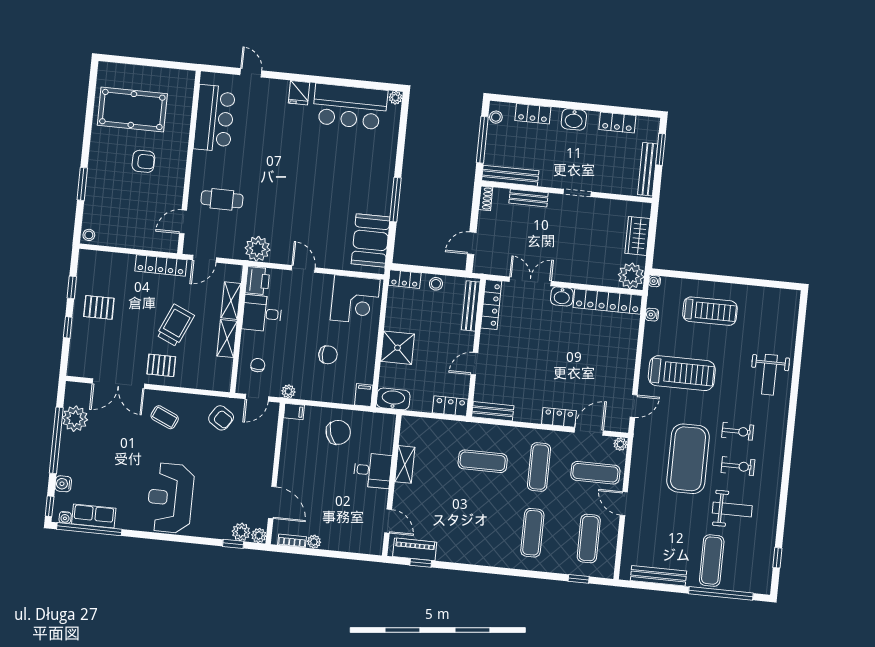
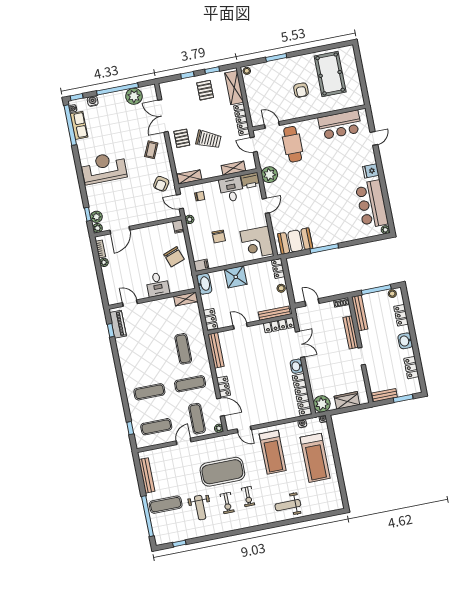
bench: (648, 169) -> (385, 395), width x0.73
bench: (529, 198) -> (351, 332), width x1.36
cafe table: (222, 199) -> (293, 144), width x1.37, depth x1.35
shelving: (108, 262) -> (234, 88), added
treadmill: (710, 311) -> (315, 458), width x1.37, depth x1.38
shelving: (227, 339) -> (189, 177), moved
bench: (493, 411) -> (216, 350), width x1.36
shelving: (405, 464) -> (186, 299), moved
door: (388, 521) -> (130, 303), swing flipped

